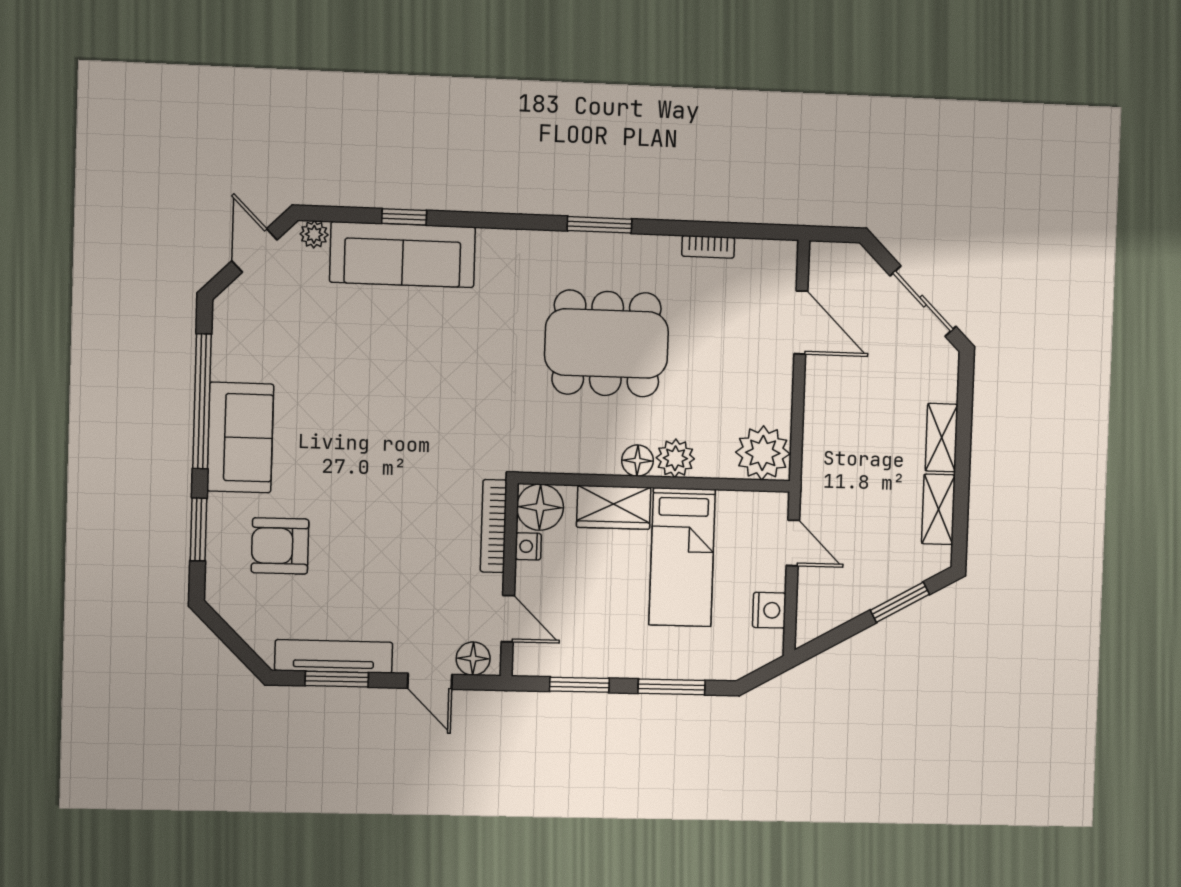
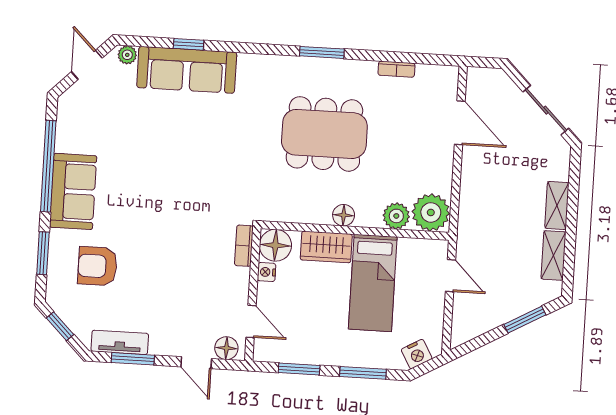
plant: (675, 458) -> (396, 216), moved
bookcase: (494, 526) -> (244, 246), width x0.64
nightstand: (769, 610) -> (417, 354), moved, turned 61
window: (228, 636) -> (60, 326), added
tv unit: (334, 656) -> (120, 342), width x0.71

